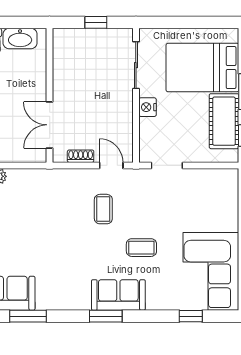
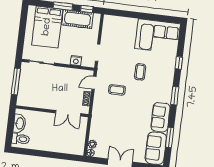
window: (96, 22) -> (16, 82), width x2.17
nightstand: (148, 107) -> (76, 61), moved
sofa: (118, 295) -> (161, 117), moved
window: (191, 316) -> (179, 63), moved

